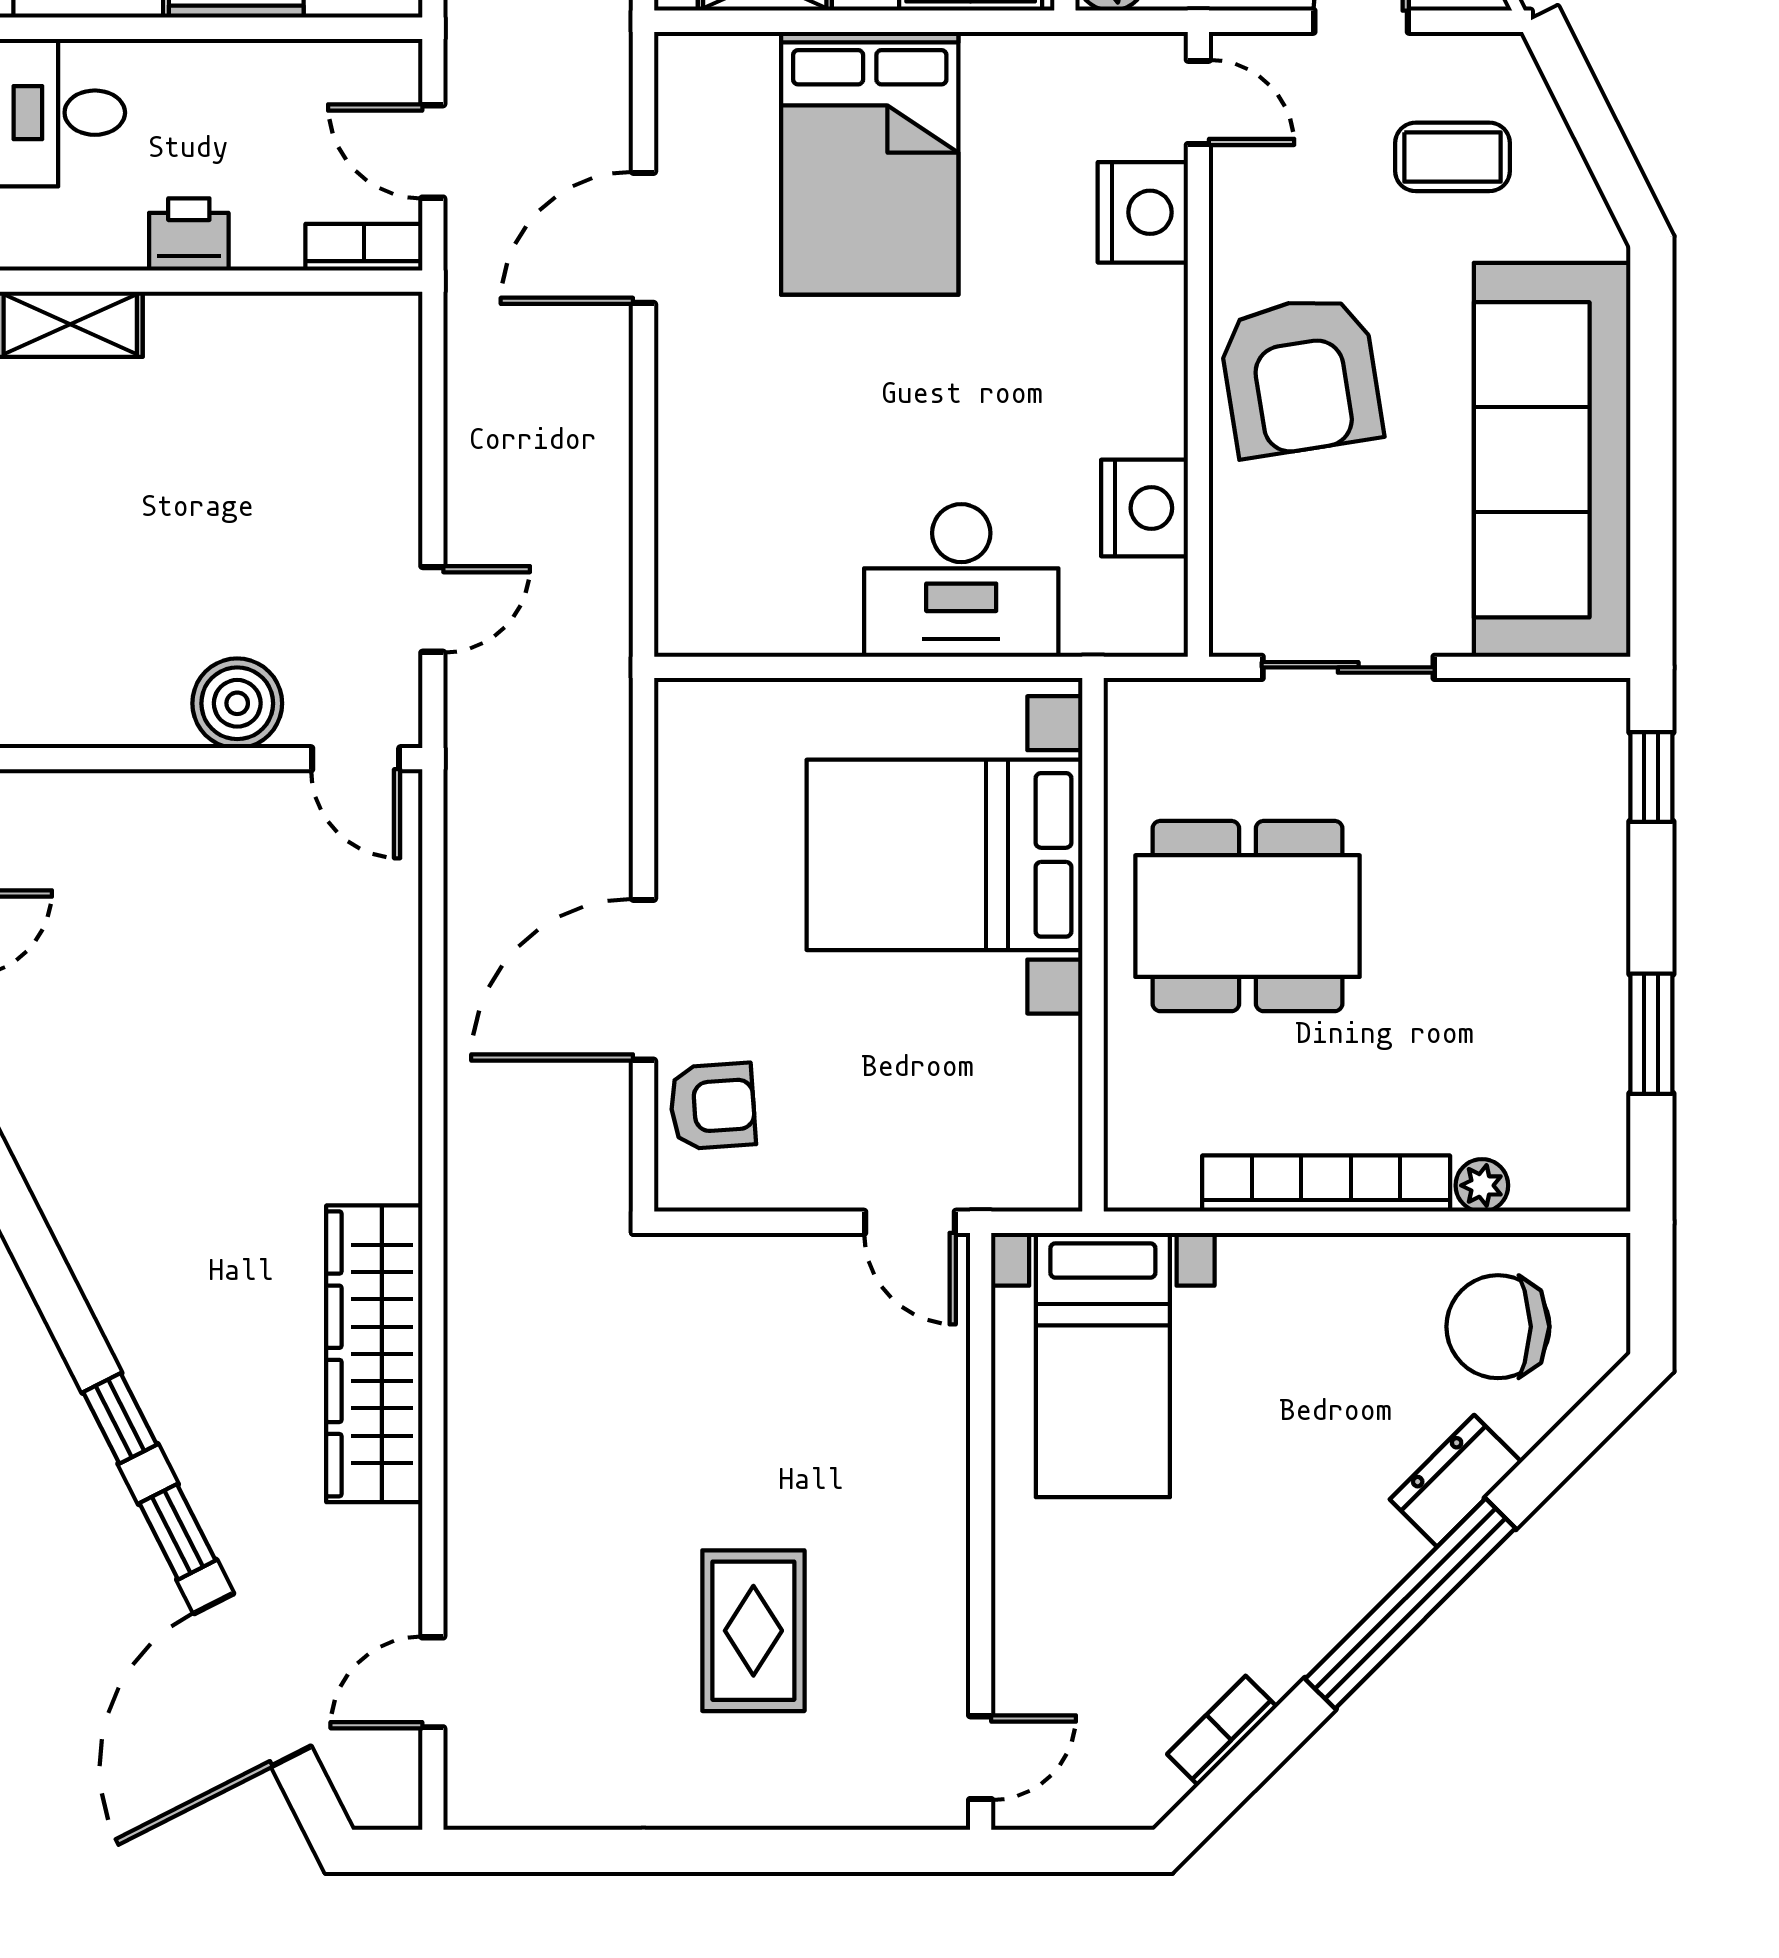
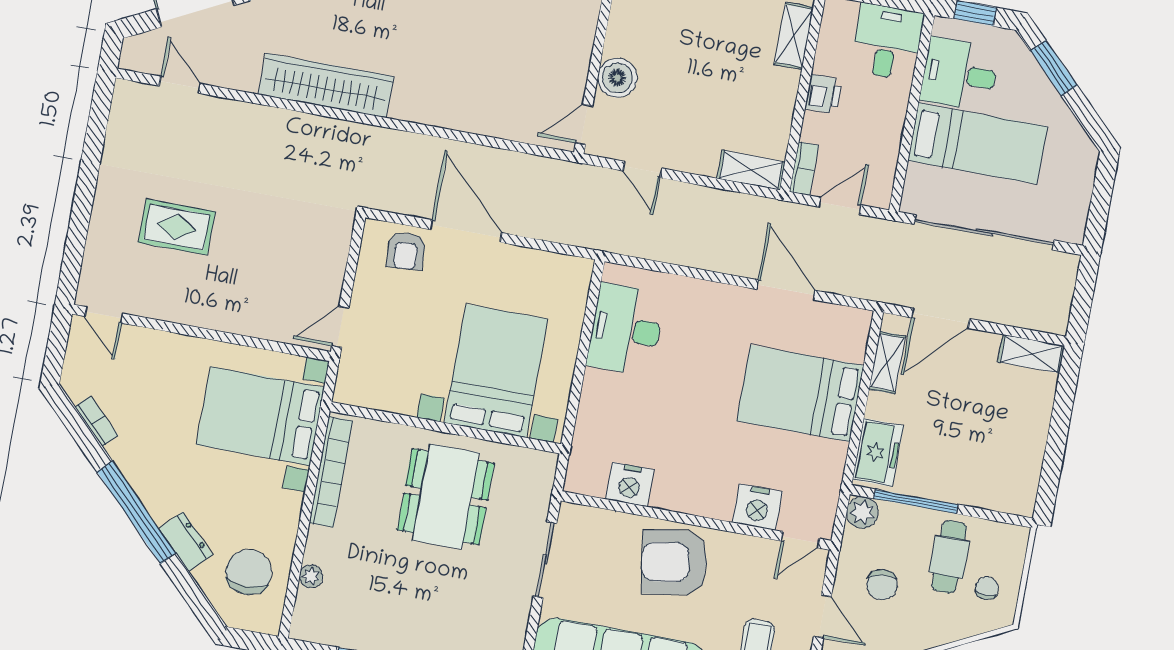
shelving: (389, 365) -> (751, 170), added
desk: (961, 580) -> (626, 329), moved
bookcase: (1326, 1184) -> (331, 472), moved
bed with nightstands: (1103, 1365) -> (260, 416), width x1.36

